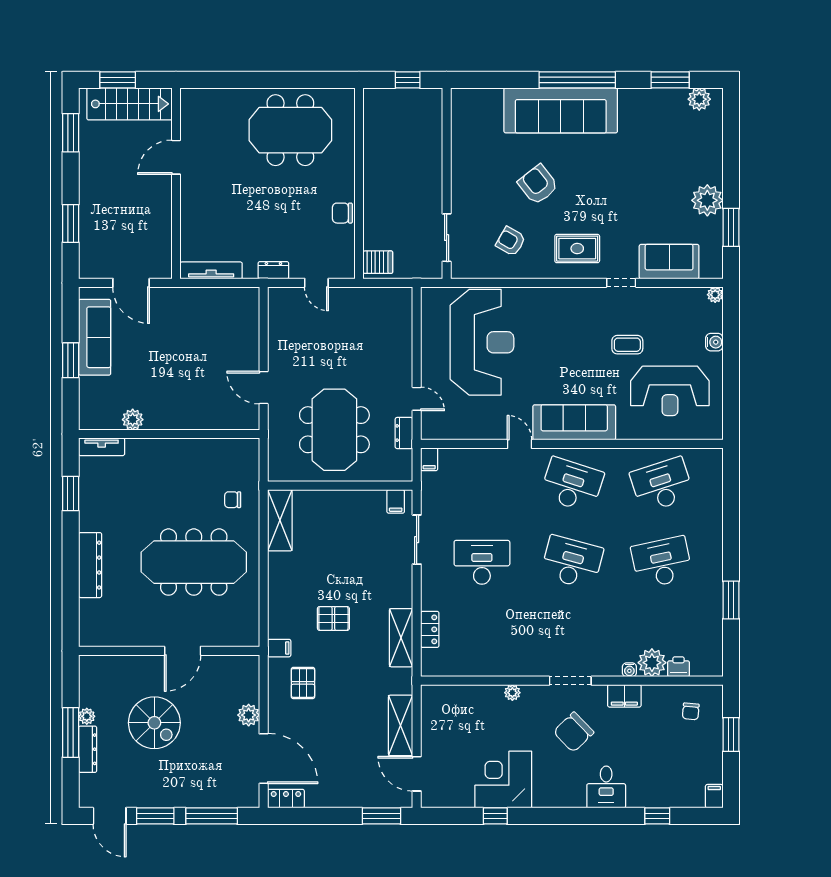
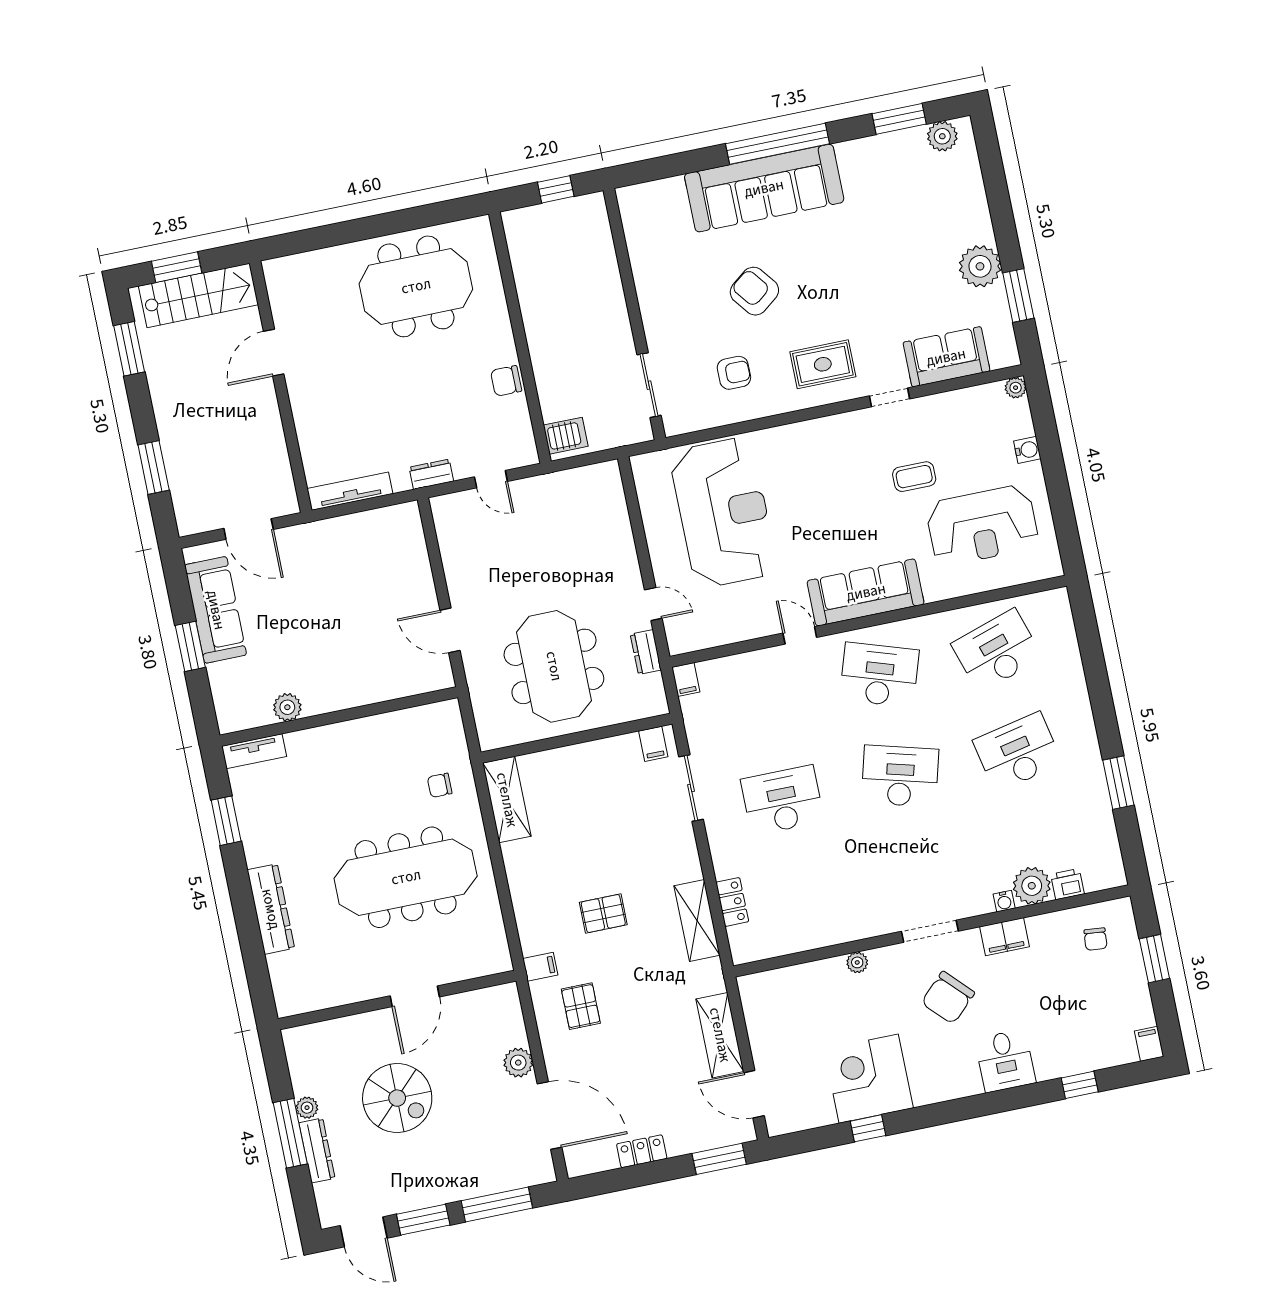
armchair: (511, 241) -> (734, 373), turned 150
locker: (286, 799) -> (642, 1151), moved

